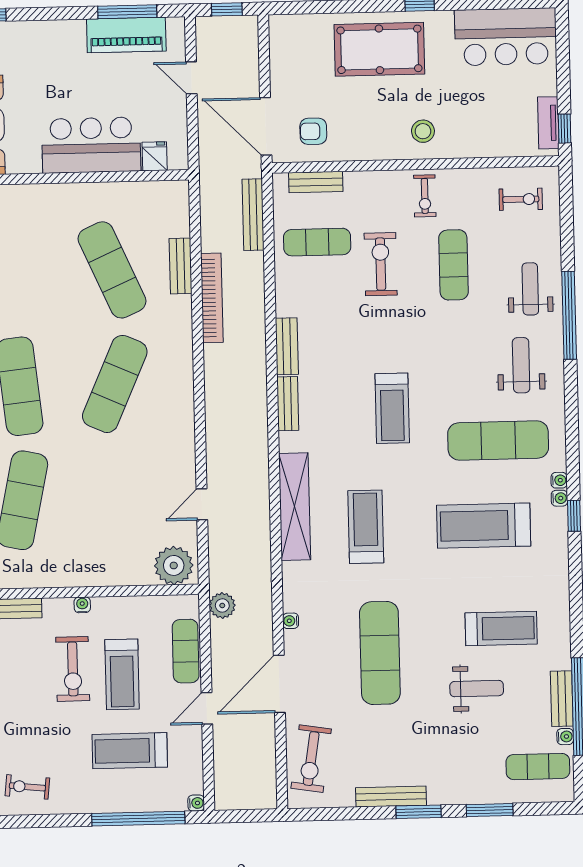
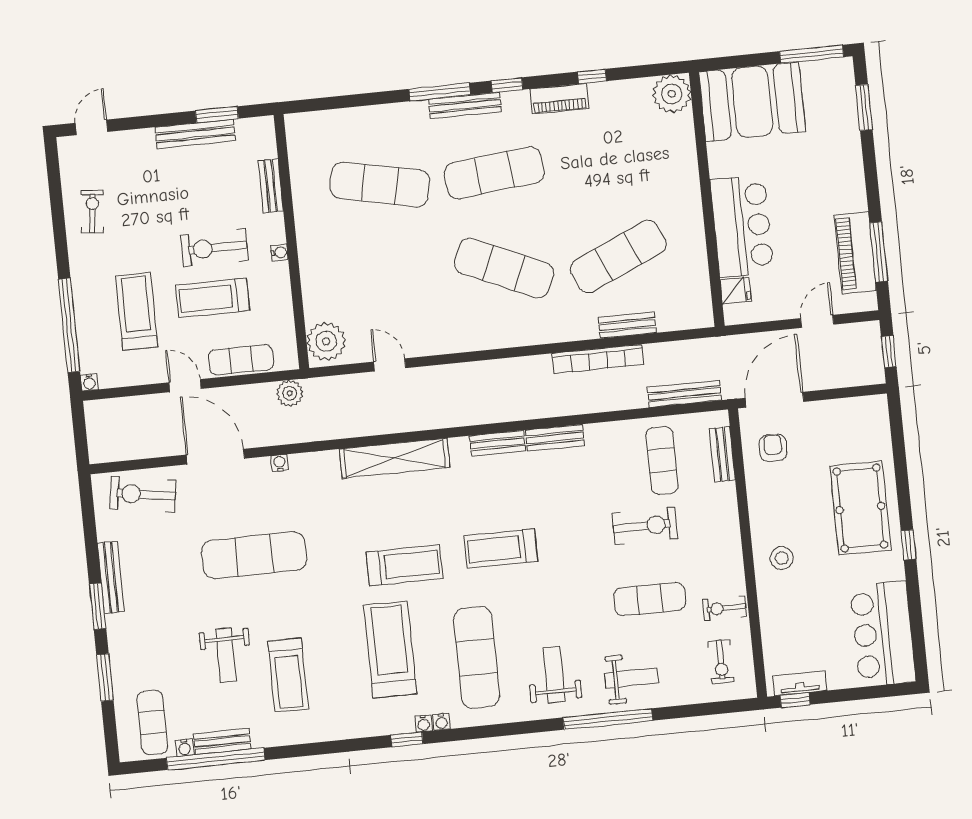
exercise bike: (425, 196) -> (725, 608), moved
weight bench: (521, 365) -> (554, 675), turned -90
treadmill: (366, 527) -> (405, 565), moved

